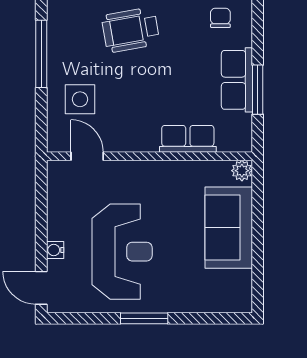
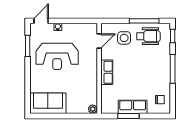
wheelchair: (131, 30) -> (148, 36), moved, turned 100
row of seats: (188, 139) -> (107, 72), moved
sofa: (229, 228) -> (48, 103), moved
window: (144, 318) -> (28, 46), moved

